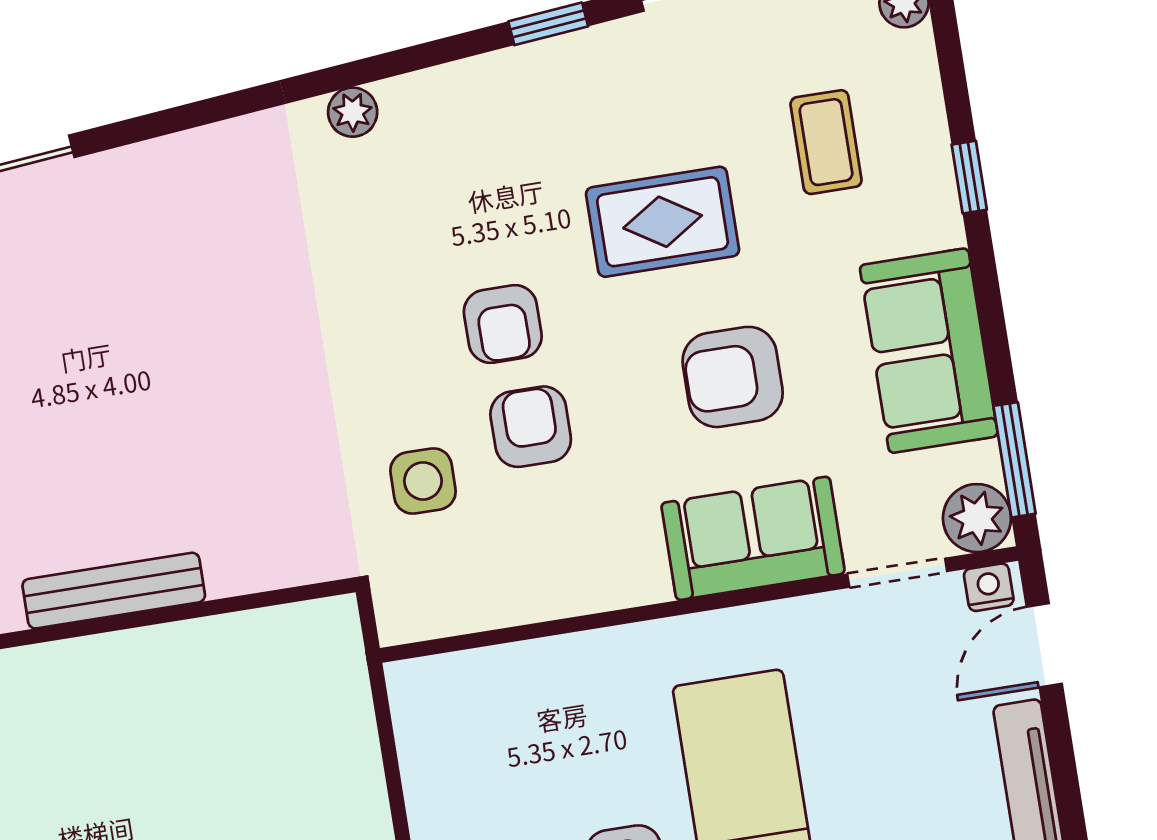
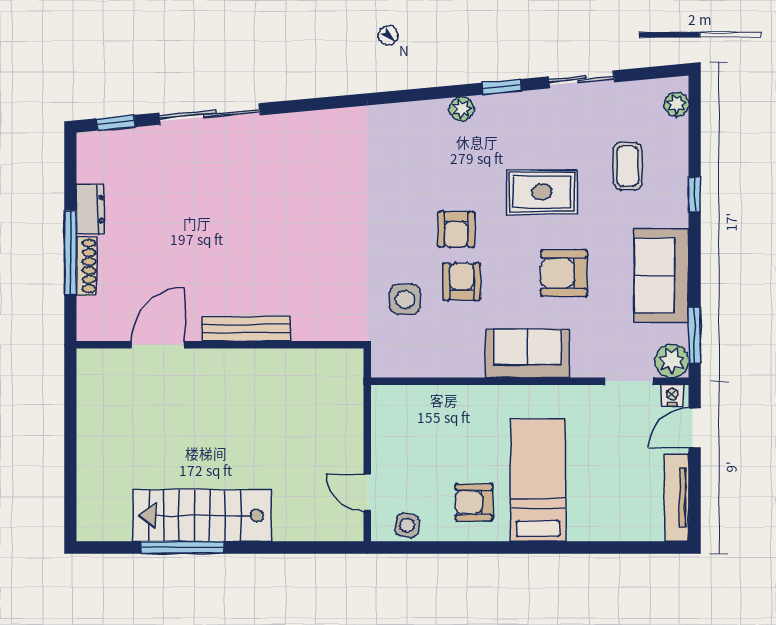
plant: (353, 112) -> (462, 109), moved
sofa: (753, 538) -> (527, 353), moved

